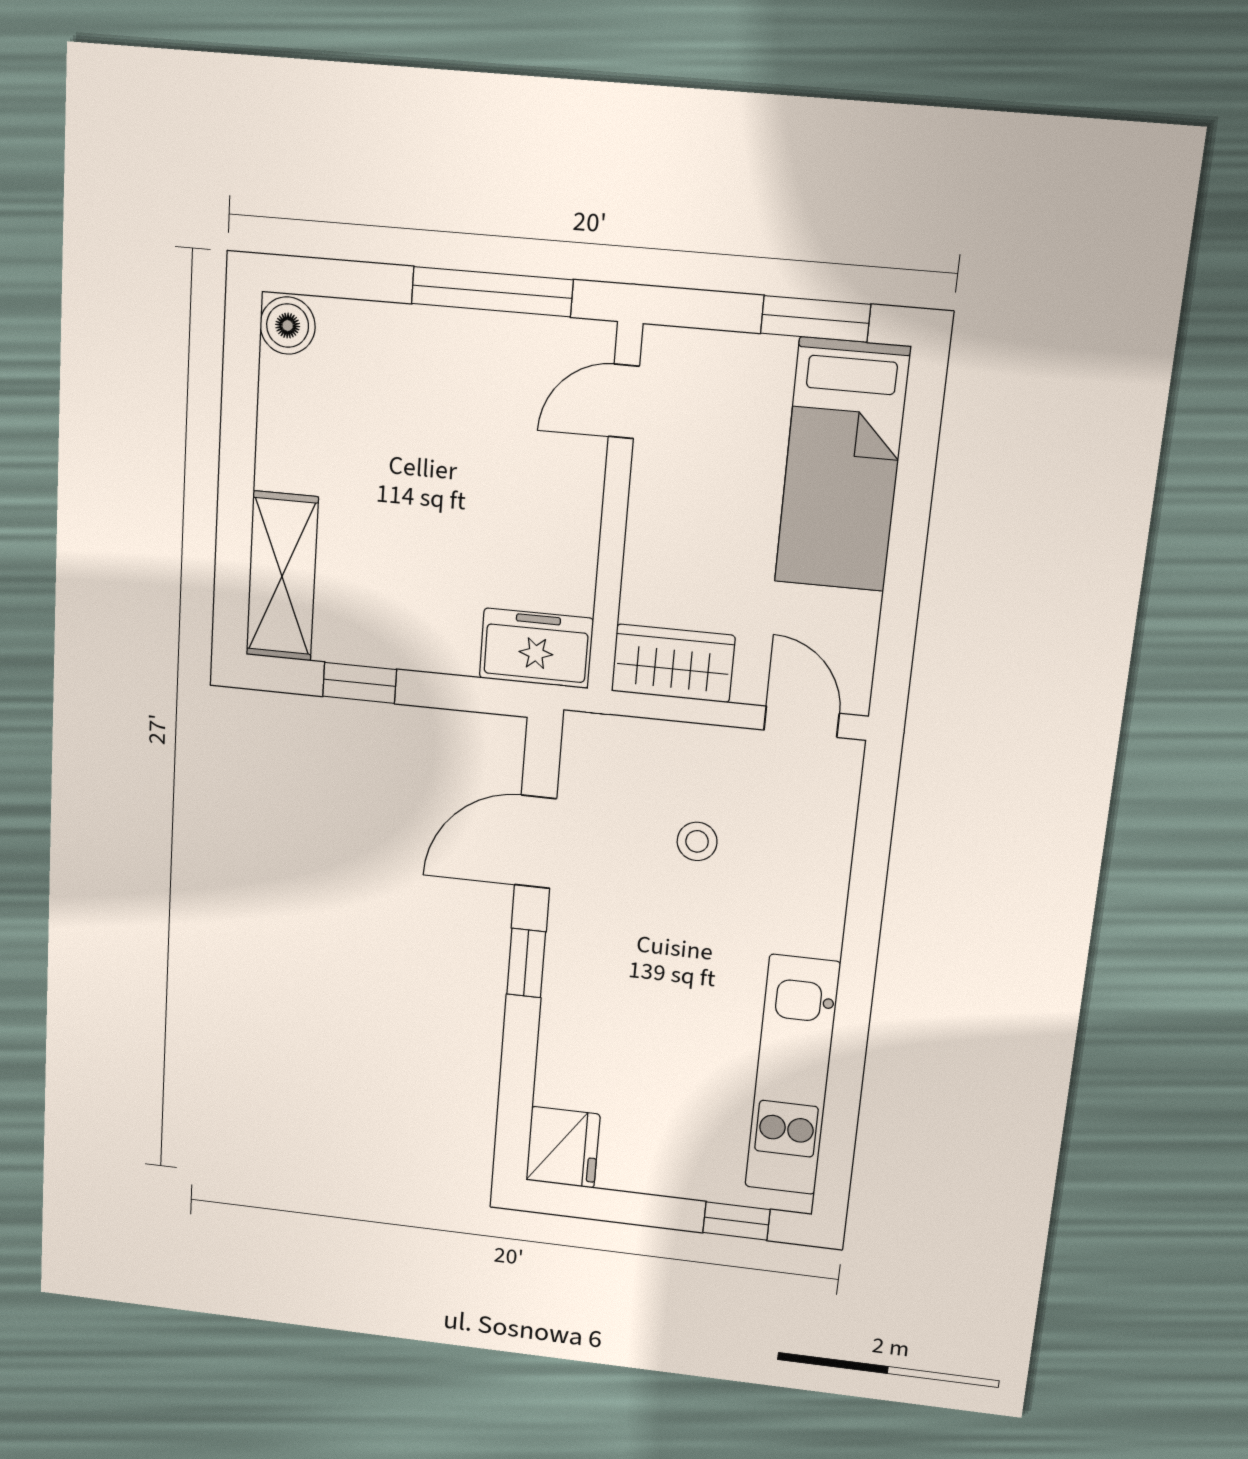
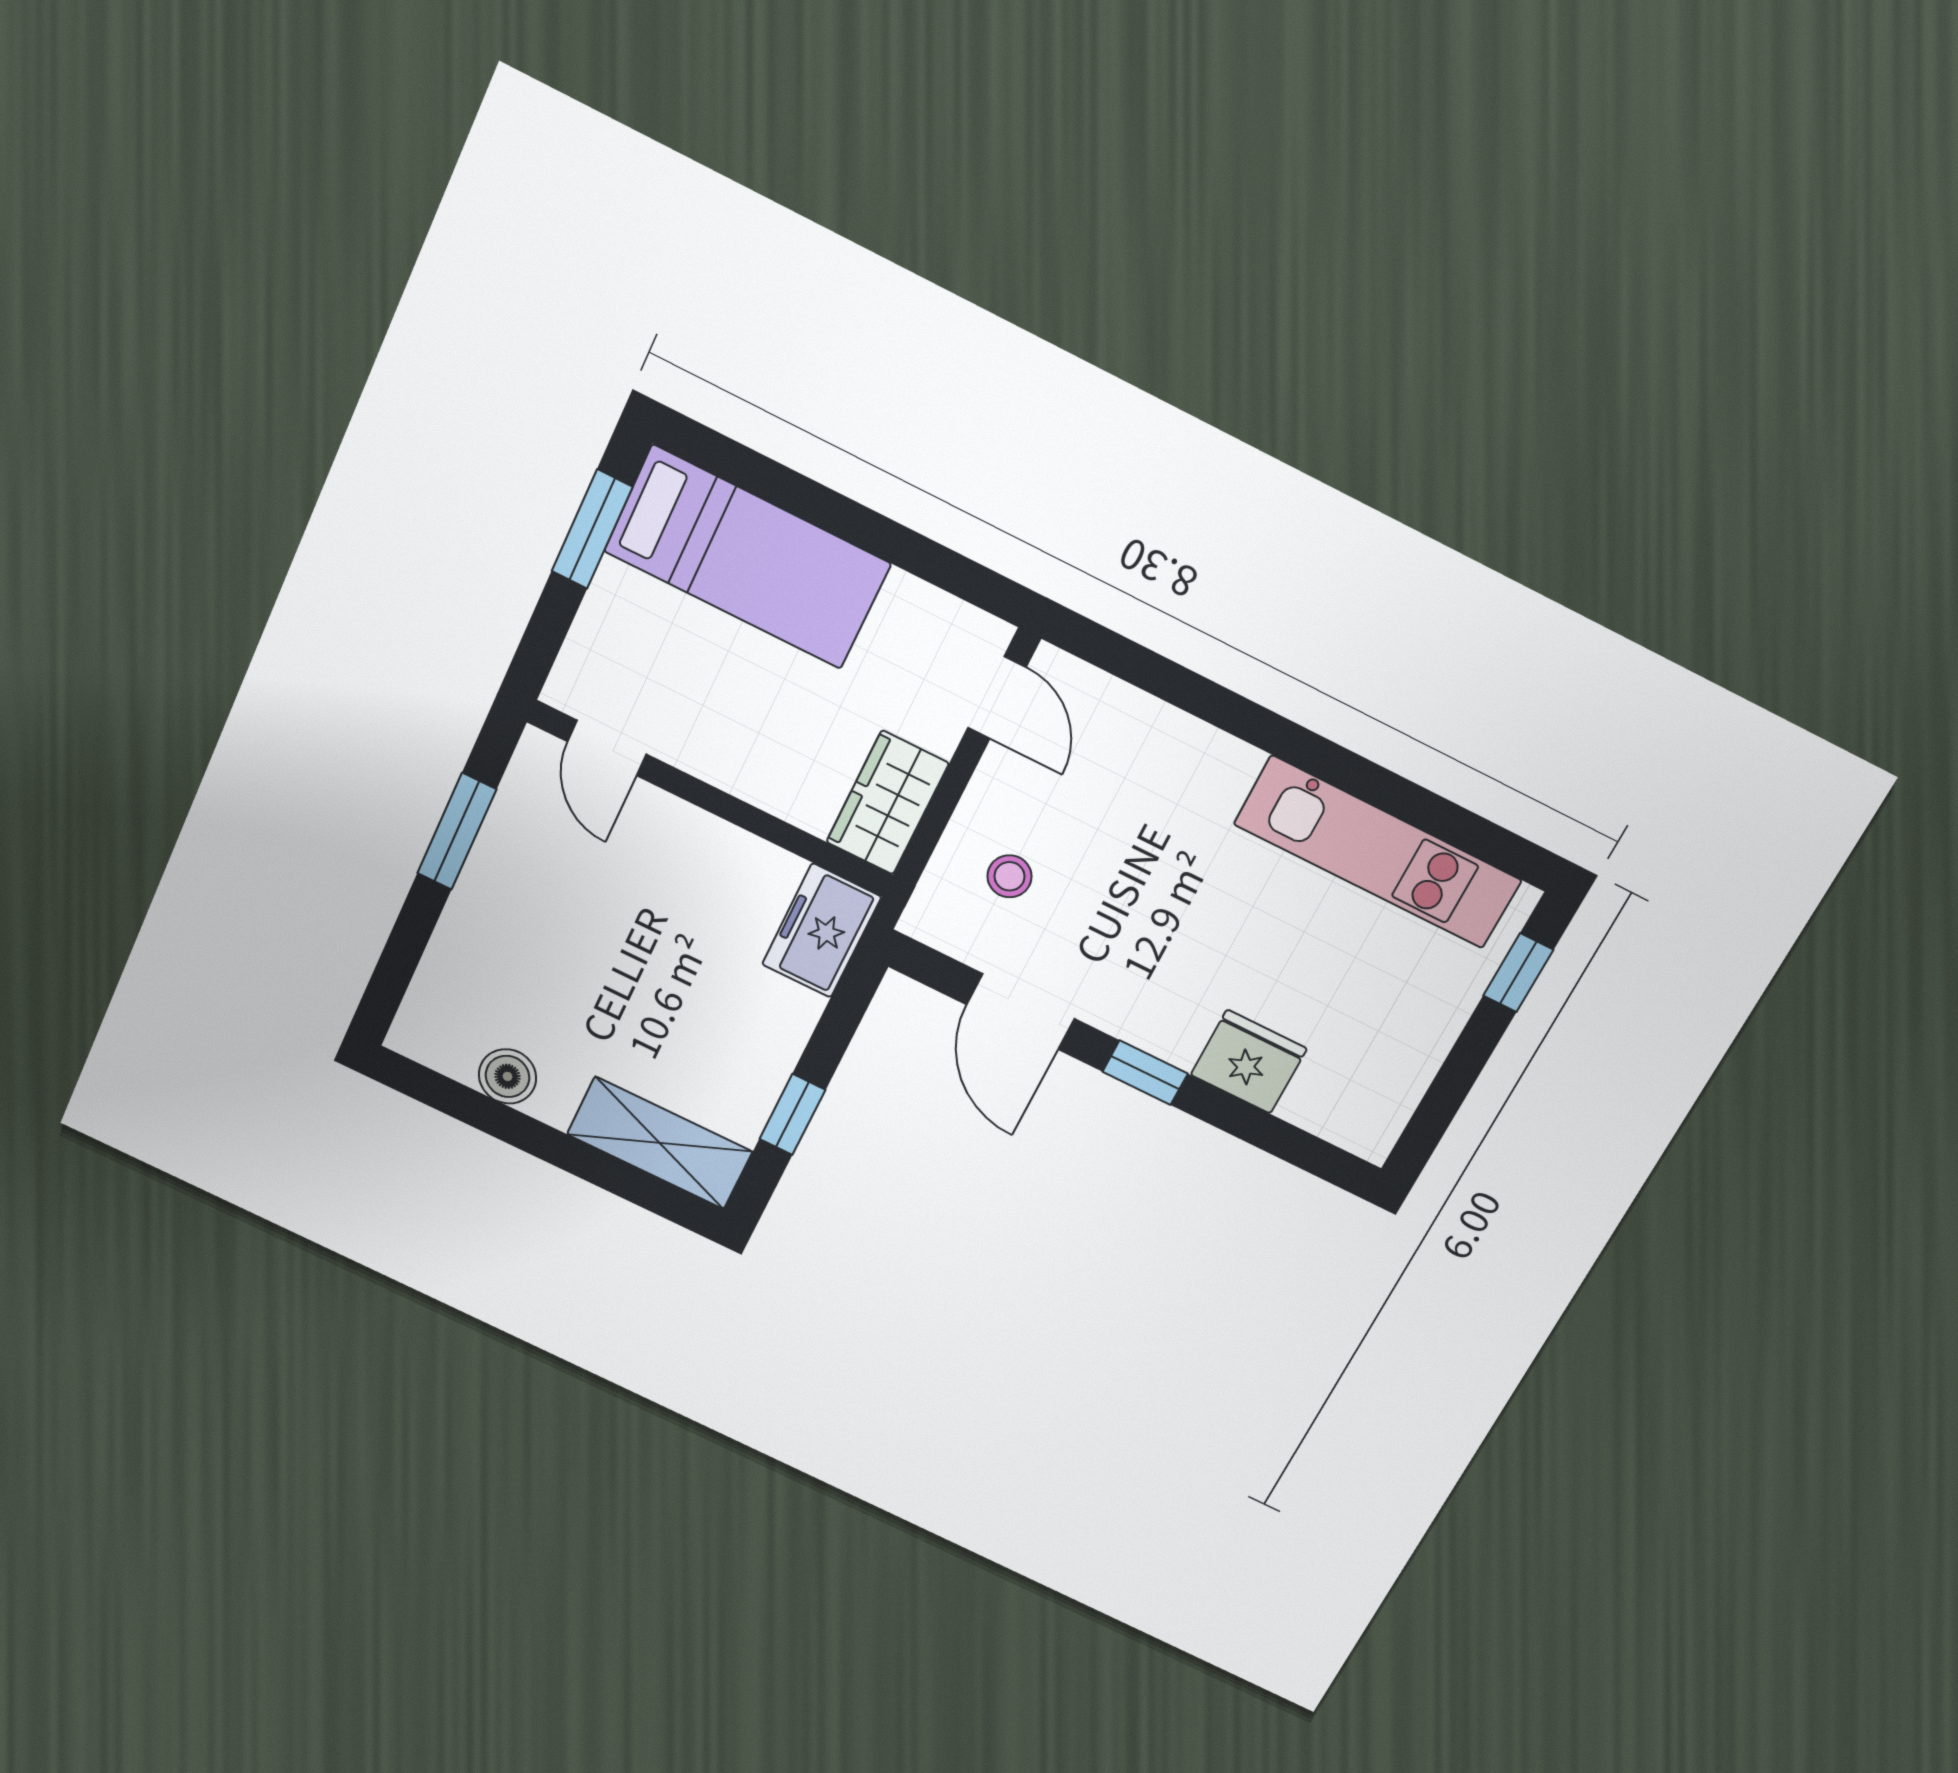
window: (492, 292) -> (457, 831), width x0.69
boiler: (288, 326) -> (507, 1076), moved
door: (802, 722) -> (997, 698), swing flipped
stool: (697, 841) -> (1009, 876), moved
fridge: (563, 1147) -> (1249, 1062), moved

